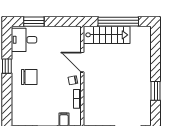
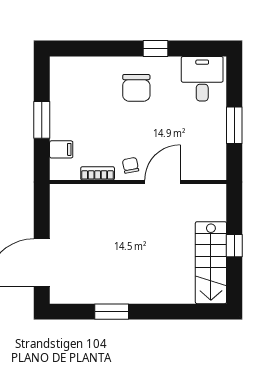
window: (34, 22) -> (234, 125), moved
window: (118, 22) -> (234, 246), width x0.32
stairs: (107, 35) -> (211, 263), moved

